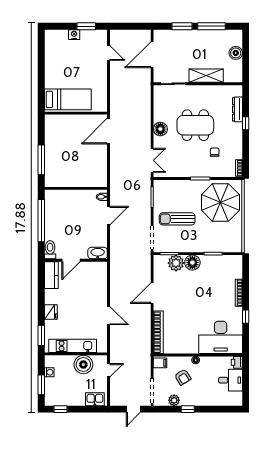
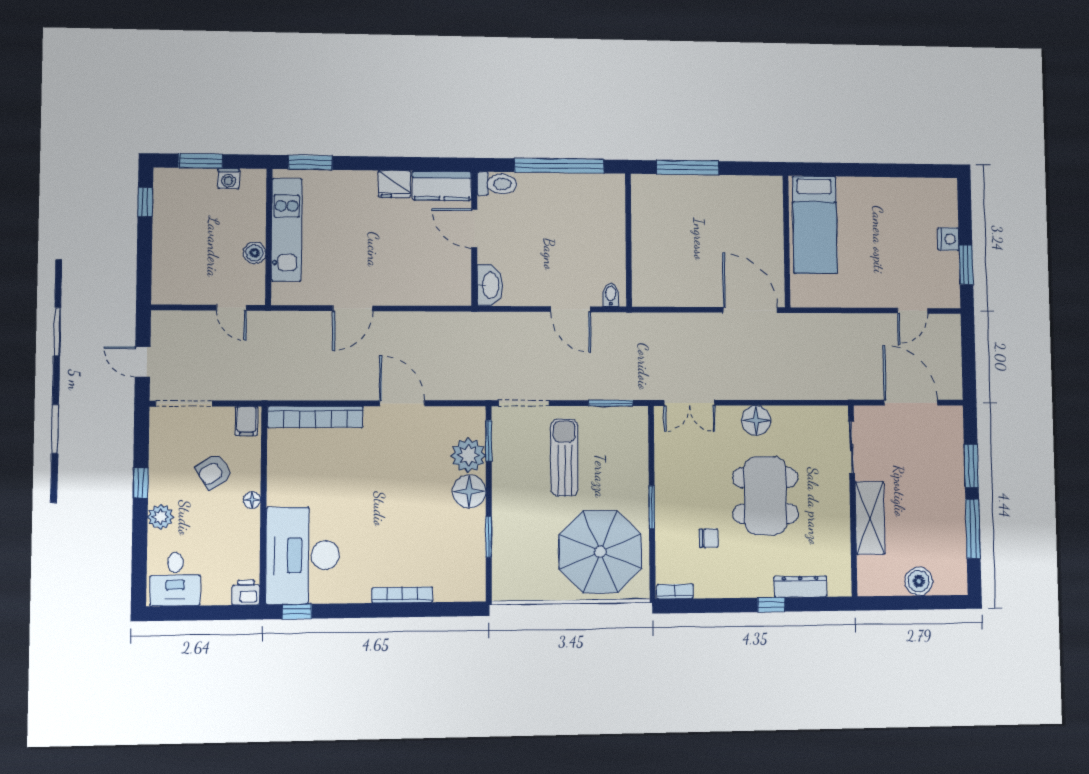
fridge: (51, 312) -> (395, 184), moved
window: (246, 317) -> (297, 611), moved
boiler: (83, 364) -> (255, 253), width x0.54, depth x0.54
desk: (231, 380) -> (175, 579), moved
kitchen sink: (95, 399) -> (166, 278), removed
plant: (174, 400) -> (161, 517), moved

